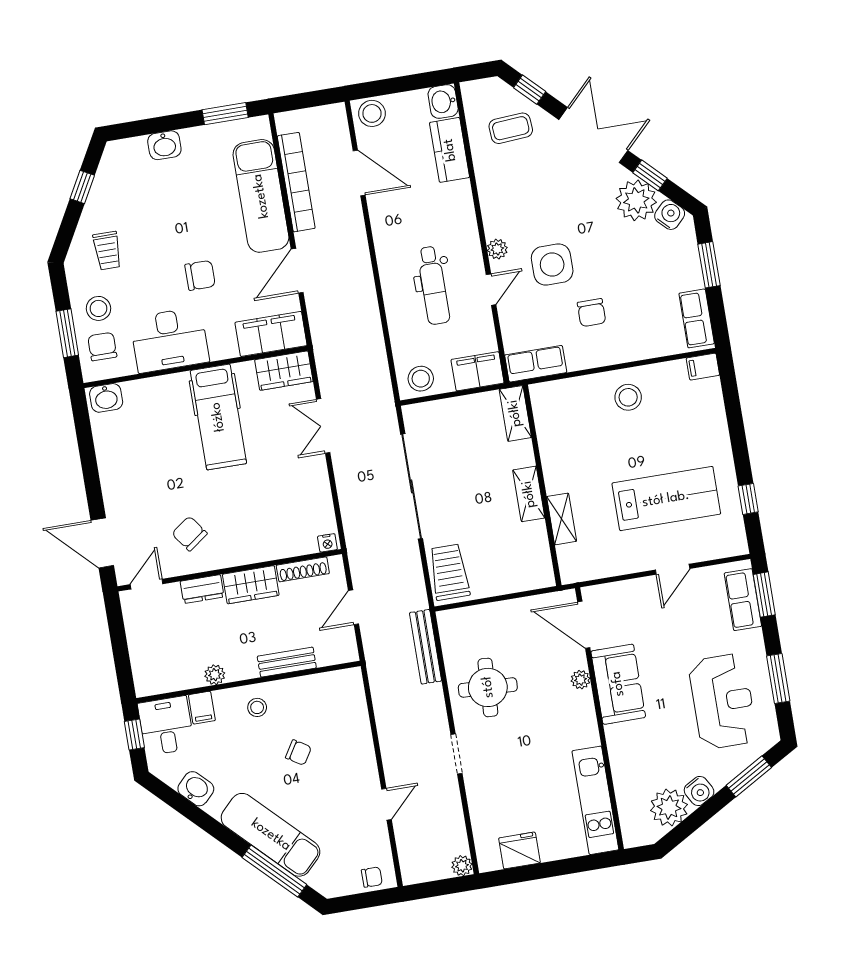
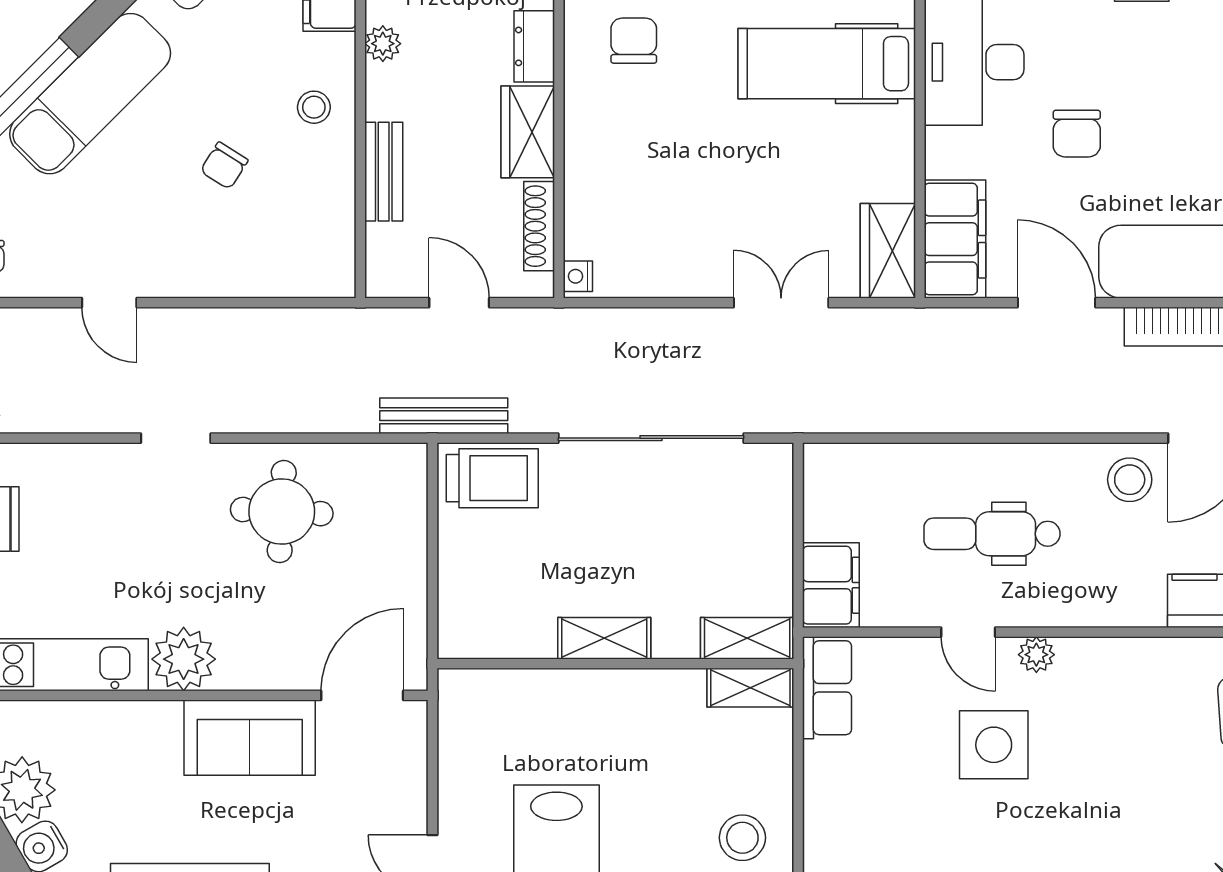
chair: (592, 313) -> (899, 799), removed
stool: (421, 379) -> (1130, 480), moved
hospital bed: (218, 417) -> (827, 64), moved
shelving: (562, 519) -> (750, 688), moved
chair: (189, 534) -> (634, 41), turned -54
bench: (426, 647) -> (444, 416), moved
plant: (580, 680) -> (184, 659), moved, width x1.88, depth x1.88

